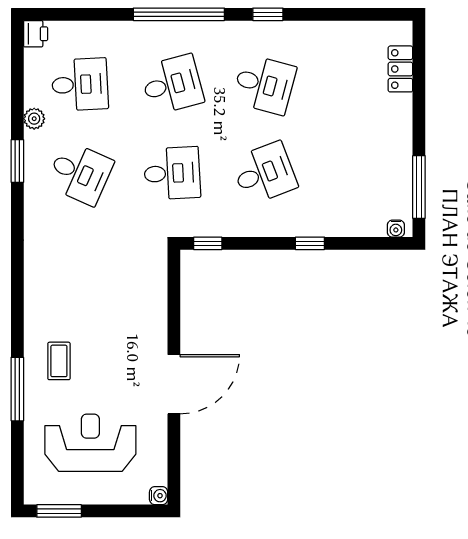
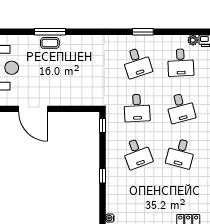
plant: (34, 119) -> (193, 40), moved
desk: (80, 173) -> (137, 63), turned -42
coffee table: (59, 361) -> (50, 43), moved
window: (17, 389) -> (50, 32), moved

